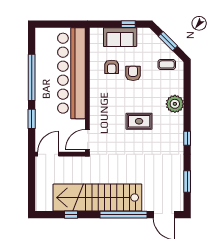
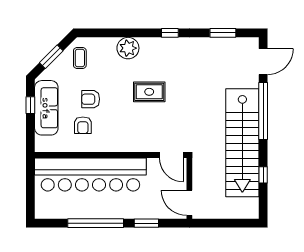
sofa: (120, 37) -> (46, 108), width x1.36
armchair: (112, 67) -> (83, 125), turned 90
rug: (139, 121) -> (149, 92), turned 90

